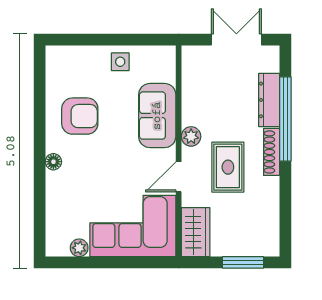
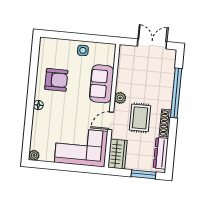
dresser: (269, 100) -> (161, 153), moved
shoe rack: (272, 152) -> (165, 123), moved
plant: (79, 248) -> (34, 155), moved

